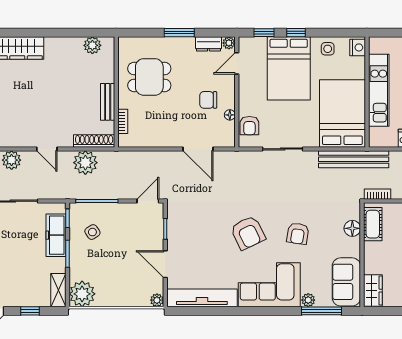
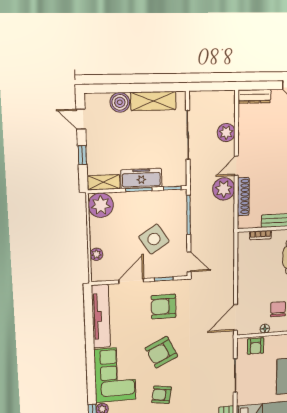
armchair: (249, 126) -> (256, 346), turned -90
shoe rack: (94, 141) -> (243, 197), moved
door: (198, 149) -> (235, 317), moved
plant: (85, 163) -> (224, 189), moved
armchair: (196, 230) -> (164, 307), added
side table: (92, 232) -> (154, 239), moved, width x1.87, depth x1.87
freezer: (56, 235) -> (141, 178), moved
plant: (157, 300) -> (96, 254), moved

